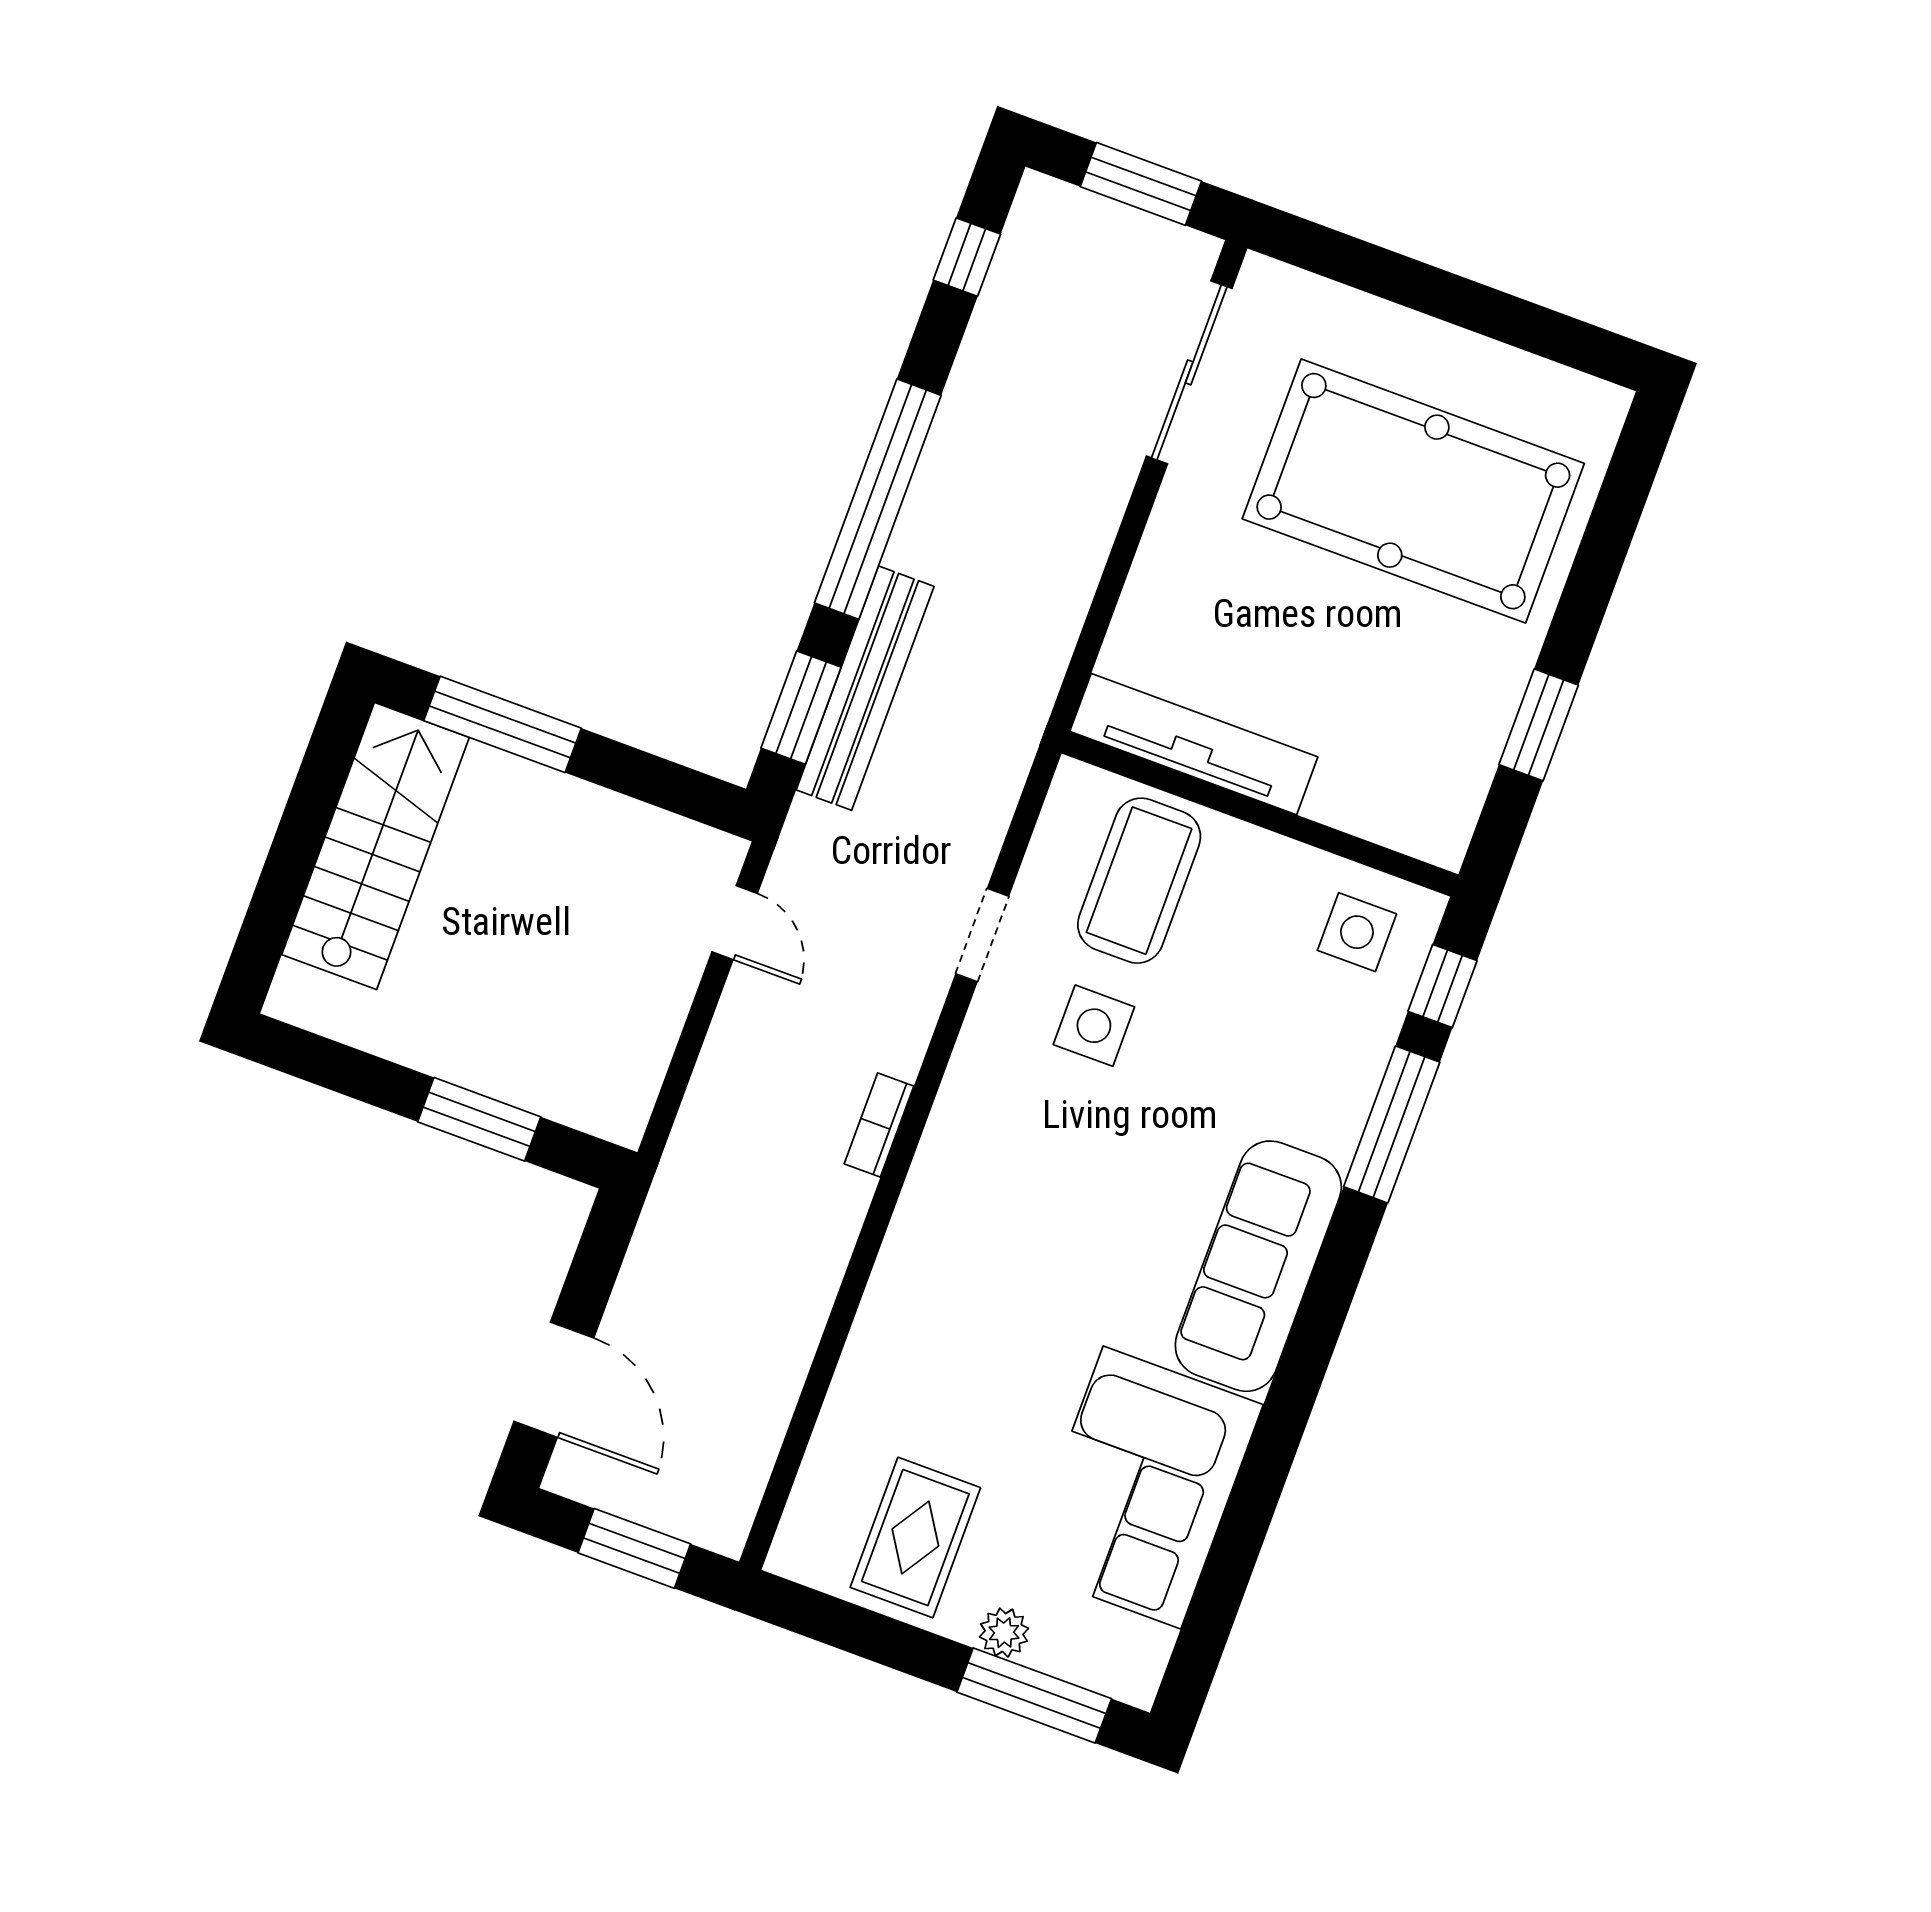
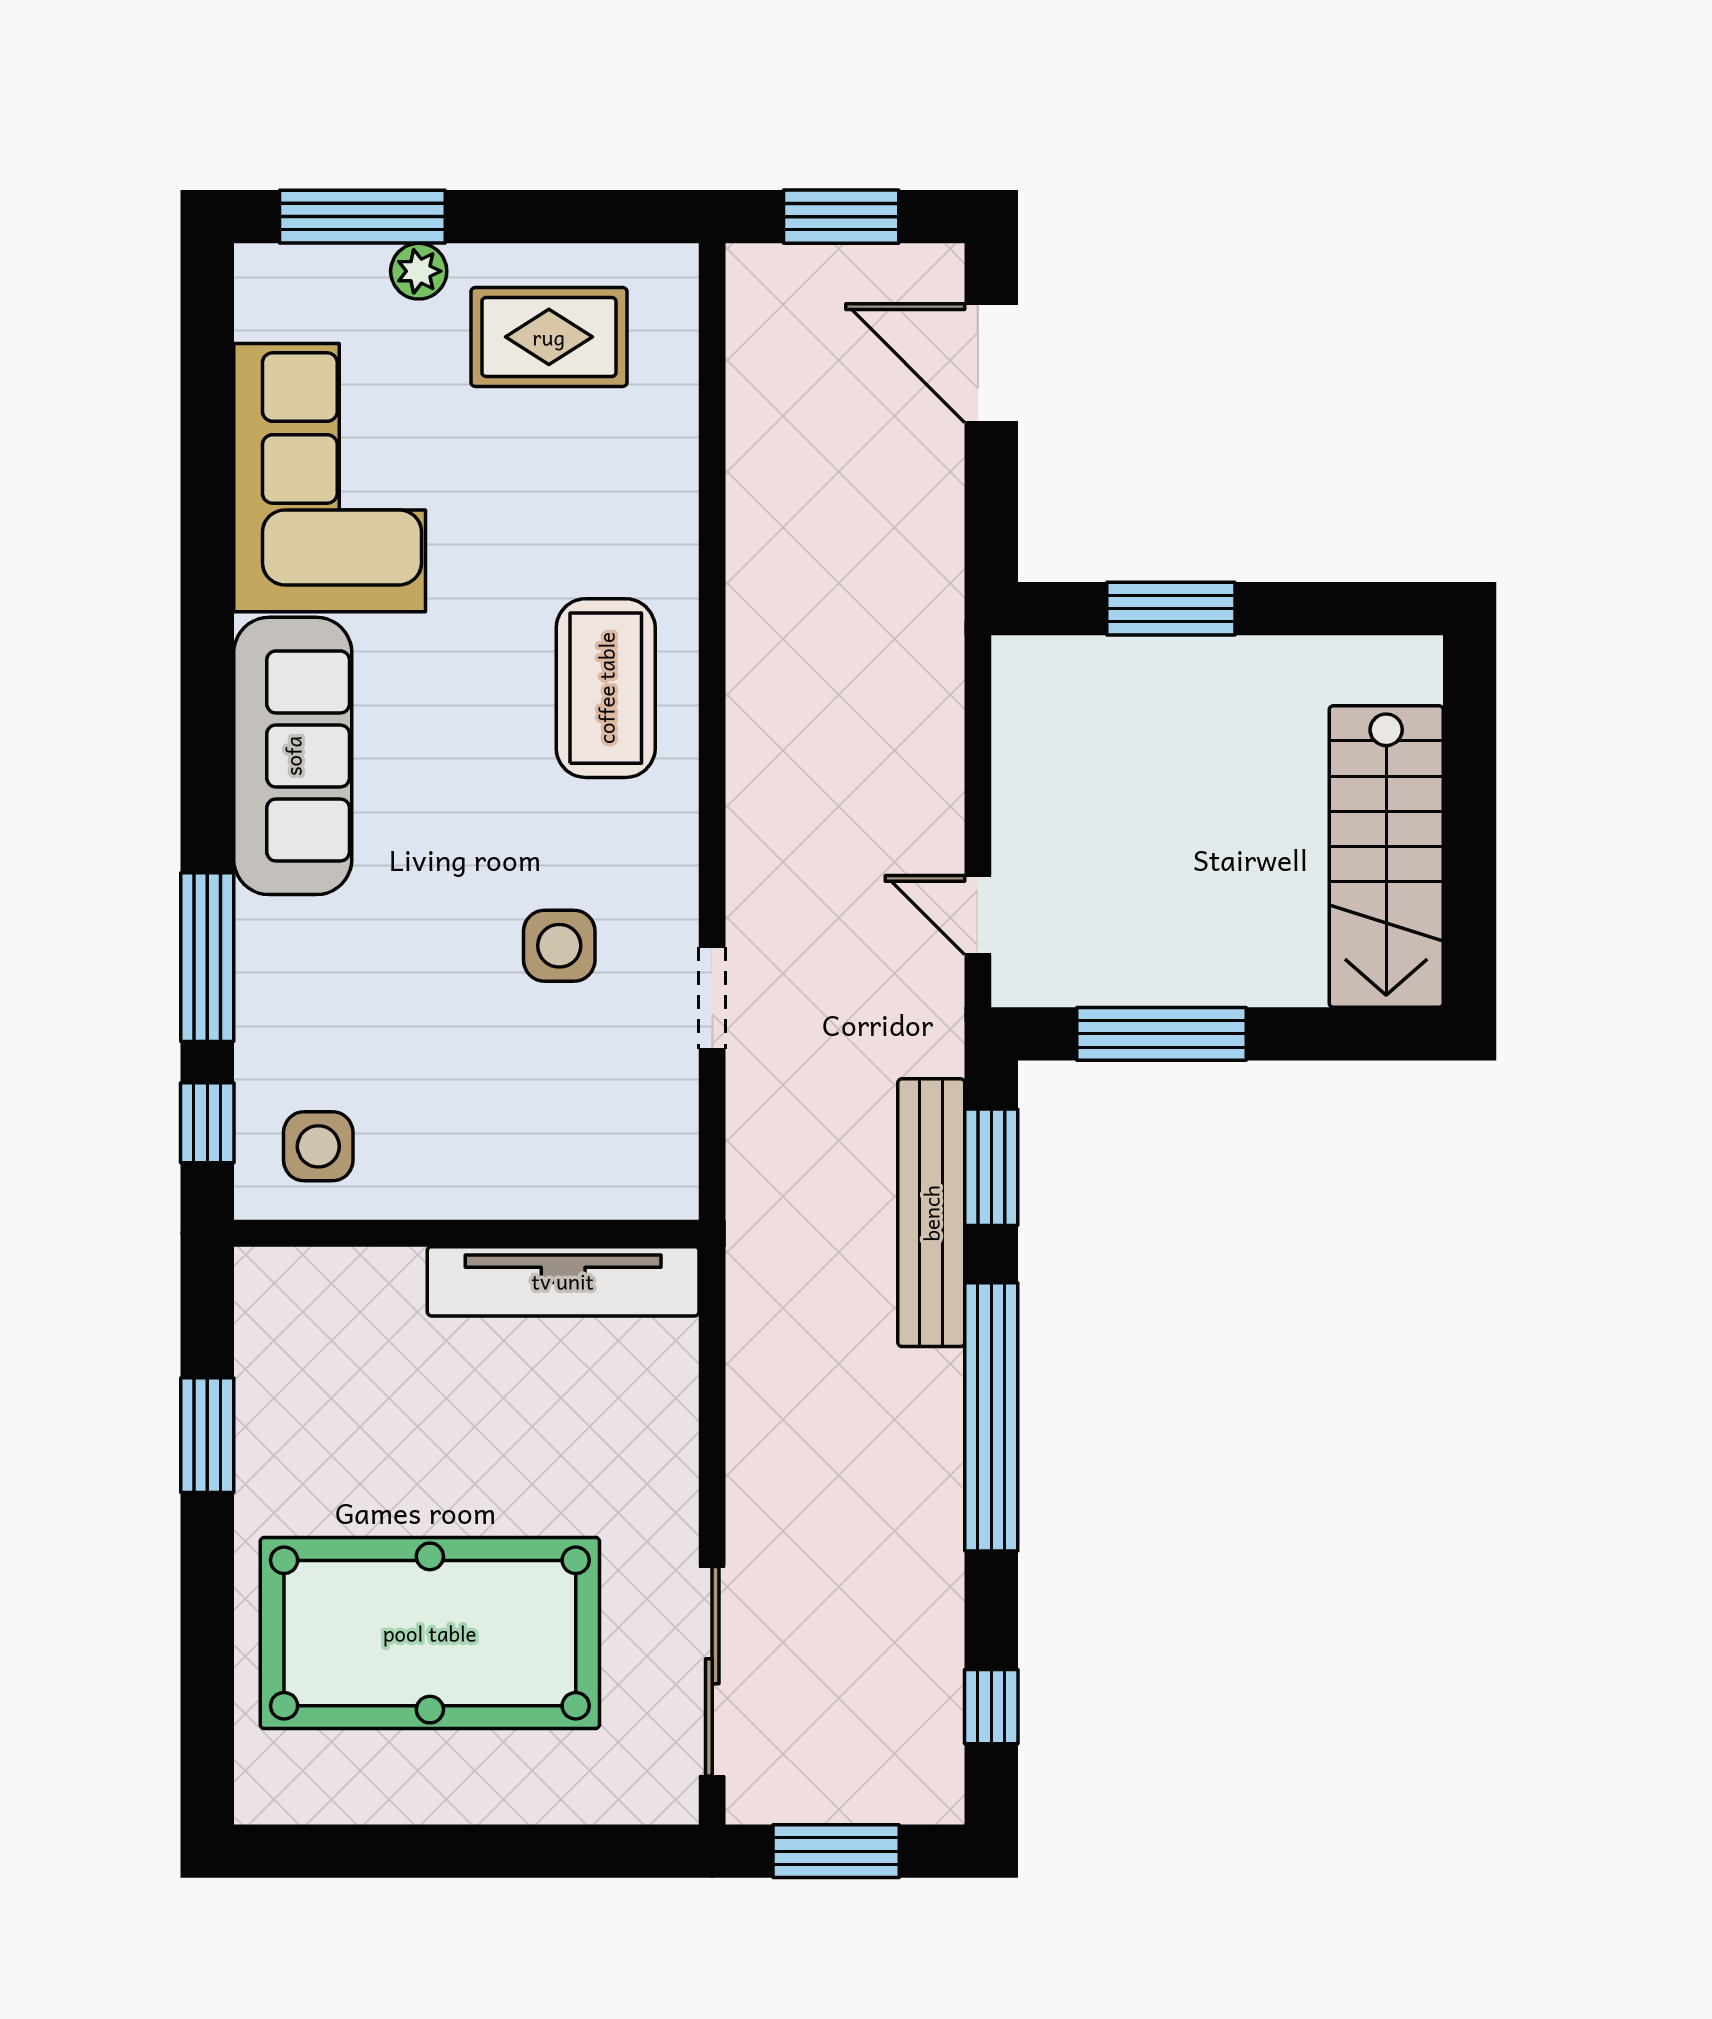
window: (503, 724) -> (1161, 1034), moved
coffee table: (1139, 881) -> (606, 688), moved
bookcase: (879, 1125) -> (747, 758), removed
rug: (915, 1538) -> (549, 337), turned 90

